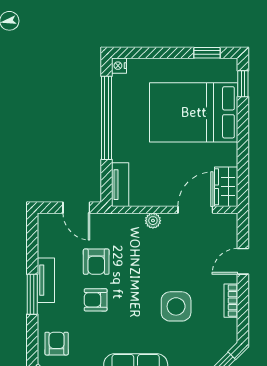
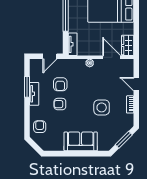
door: (76, 208) -> (50, 56), hinge flipped
door: (195, 210) -> (112, 57), hinge flipped
door: (243, 261) -> (136, 84), hinge flipped
window: (32, 294) -> (27, 87), moved

